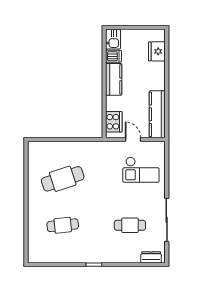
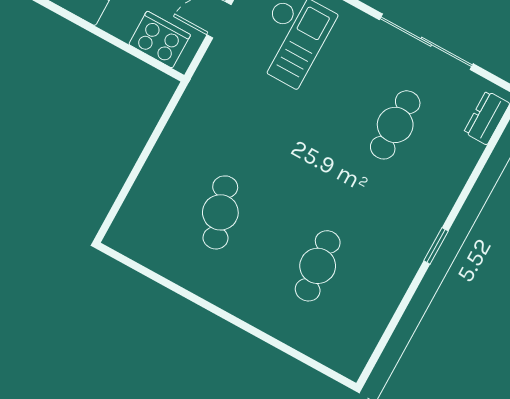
cafe table: (63, 179) -> (220, 212), width x0.73, depth x0.74

